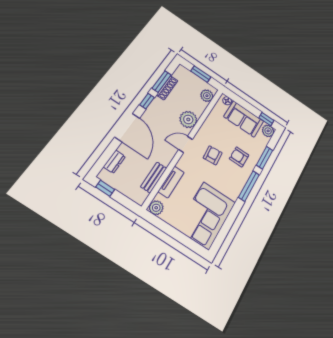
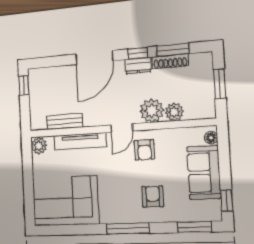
plant: (207, 96) -> (174, 112), moved
plant: (268, 131) -> (212, 212), removed
door: (186, 144) -> (122, 128), swing flipped
armchair: (213, 155) -> (144, 150), moved, turned 95
window: (265, 158) -> (194, 227), moved
dresser: (114, 162) -> (138, 66), moved
tv unit: (171, 182) -> (80, 141), width x1.41

